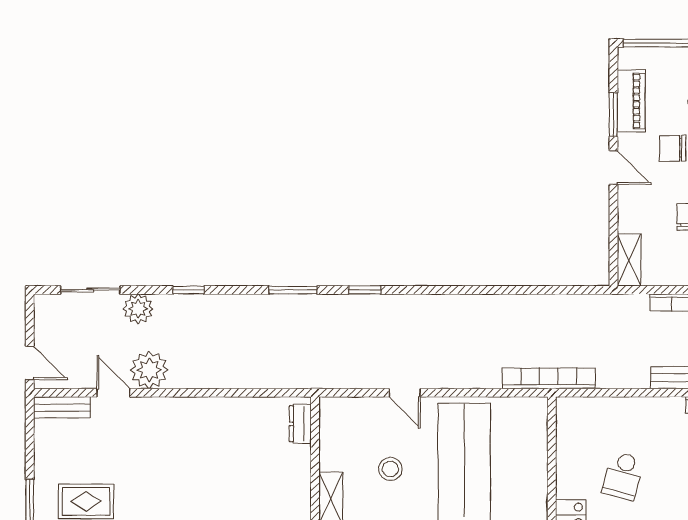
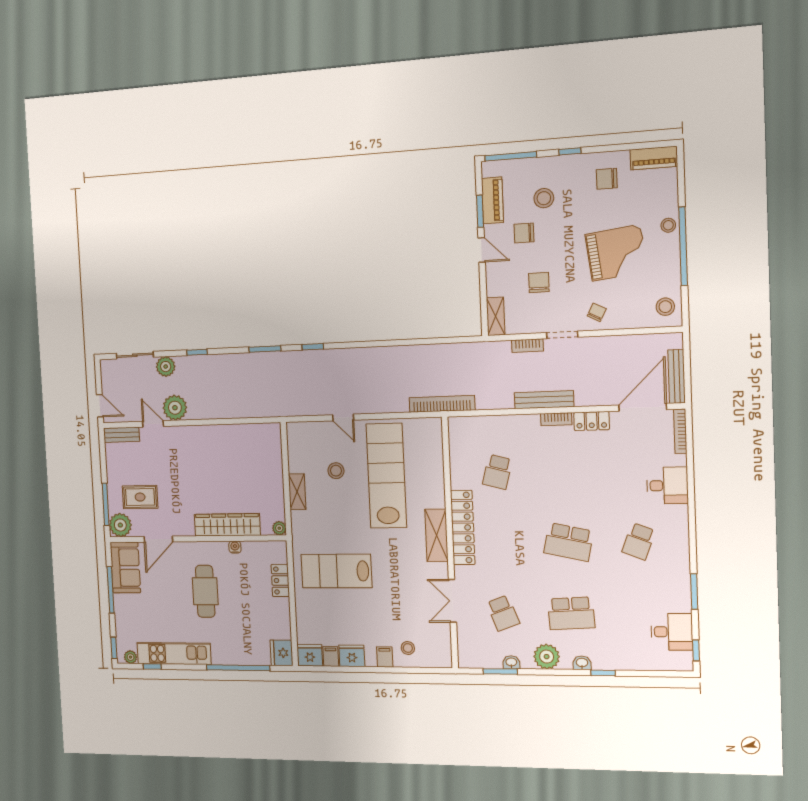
dresser: (300, 424) -> (274, 441), removed

